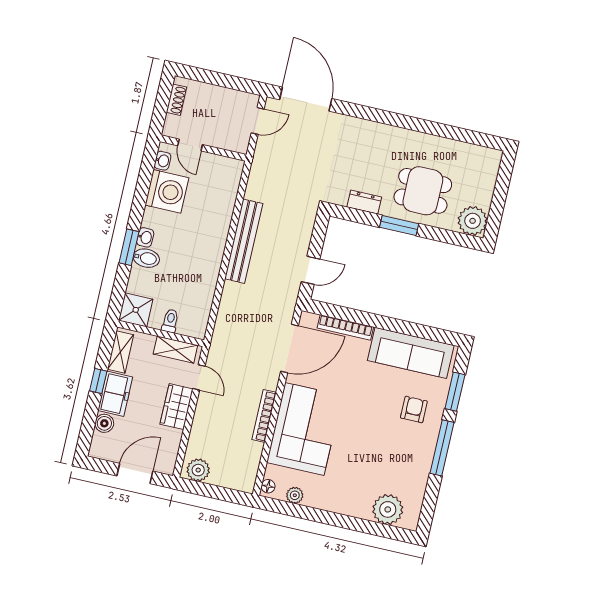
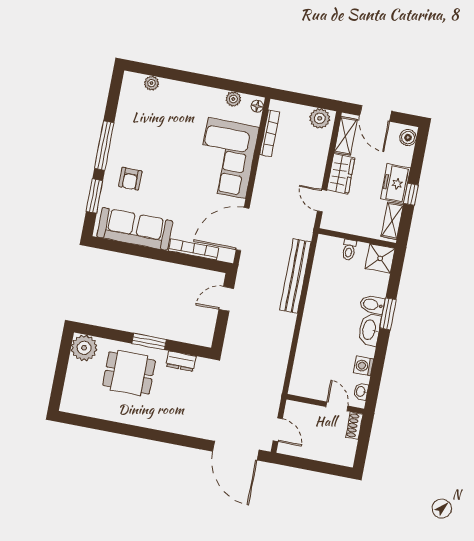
shoe rack: (176, 100) -> (354, 426), moved
door: (258, 121) -> (278, 430), swing flipped
washing machine: (167, 191) -> (364, 366), width x0.53, depth x0.53
washbasin: (145, 237) -> (370, 330), width x1.91, depth x1.45
bench: (244, 241) -> (295, 276), moved
shelving: (175, 350) -> (346, 136), moved, turned 90
bookcase: (264, 416) -> (270, 133), moved
boiler: (104, 423) -> (408, 138), moved
door: (135, 474) -> (376, 113), hinge flipped
plant: (388, 509) -> (152, 83), width x0.53, depth x0.53

